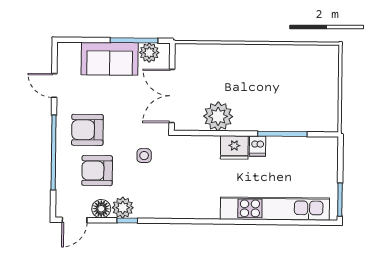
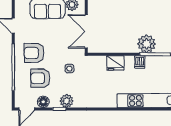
plant: (218, 116) -> (147, 44), moved
fridge: (234, 147) -> (115, 63), moved
plant: (123, 208) -> (67, 101), moved

